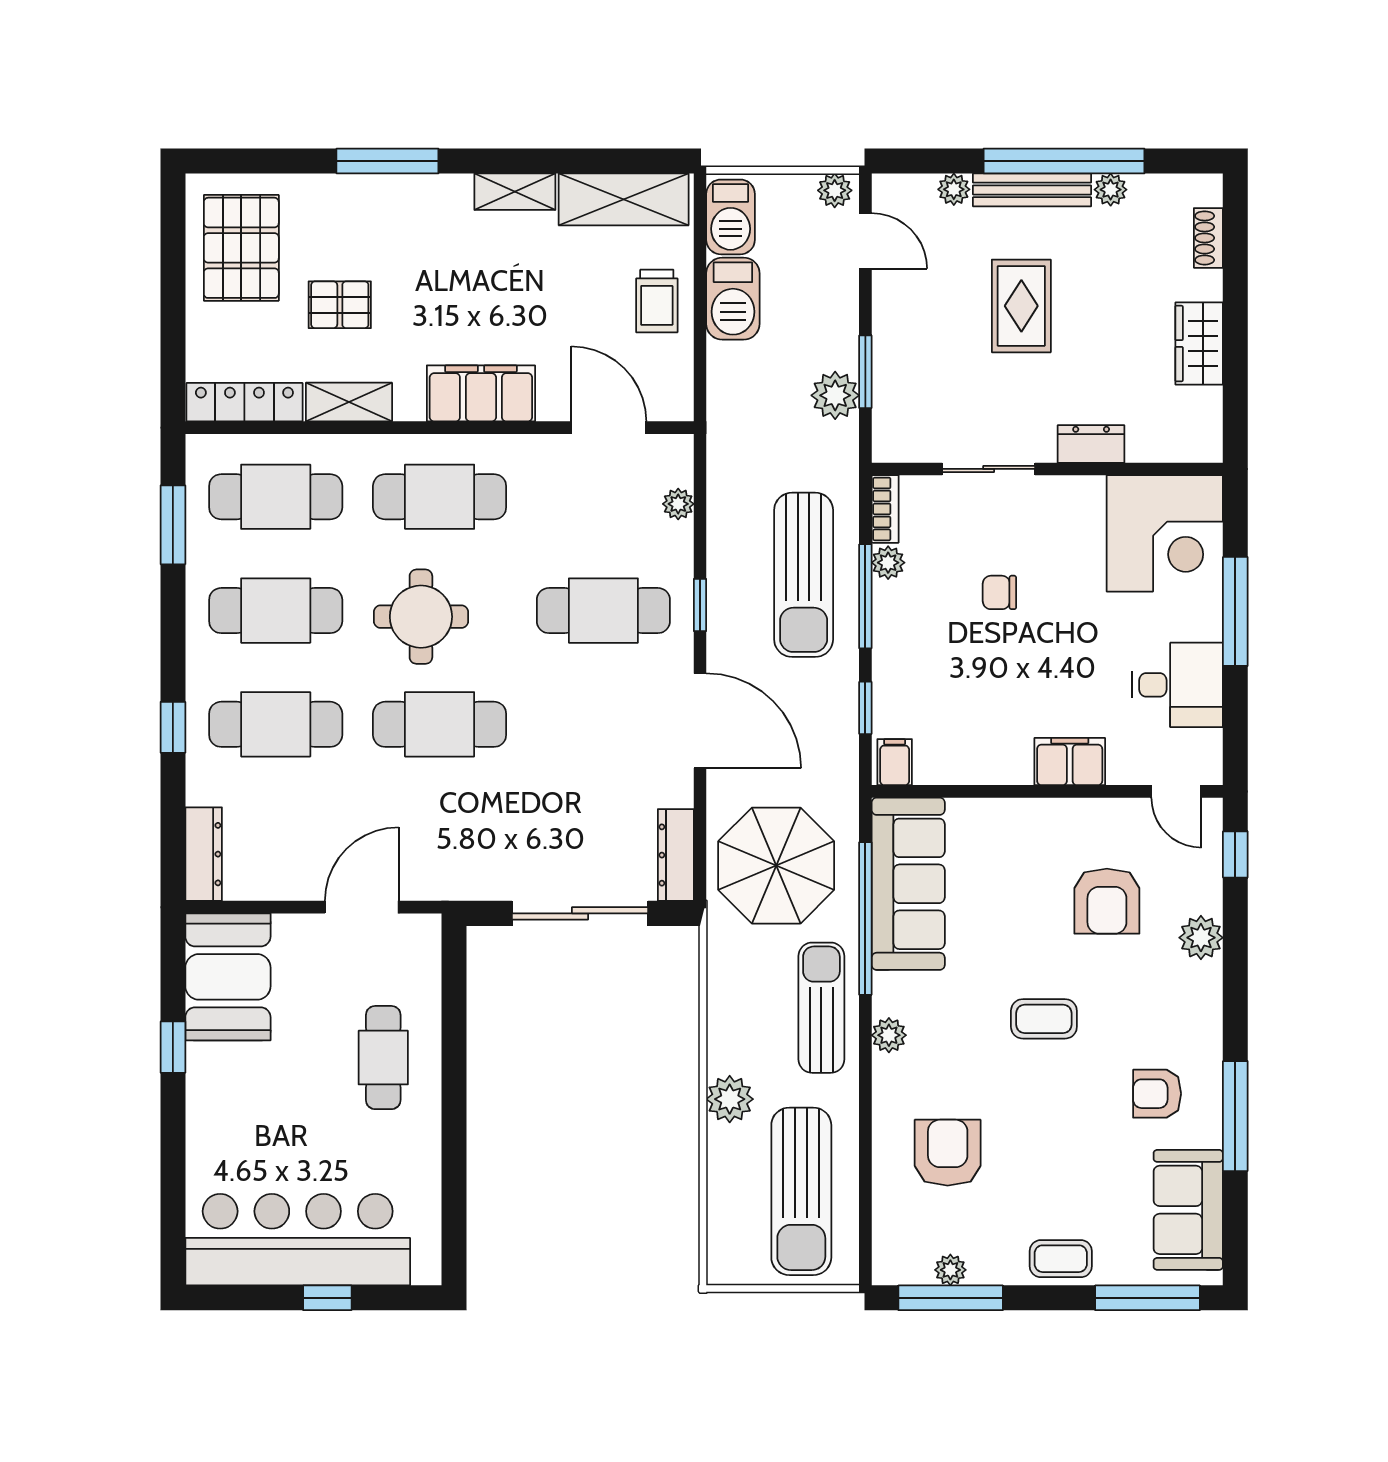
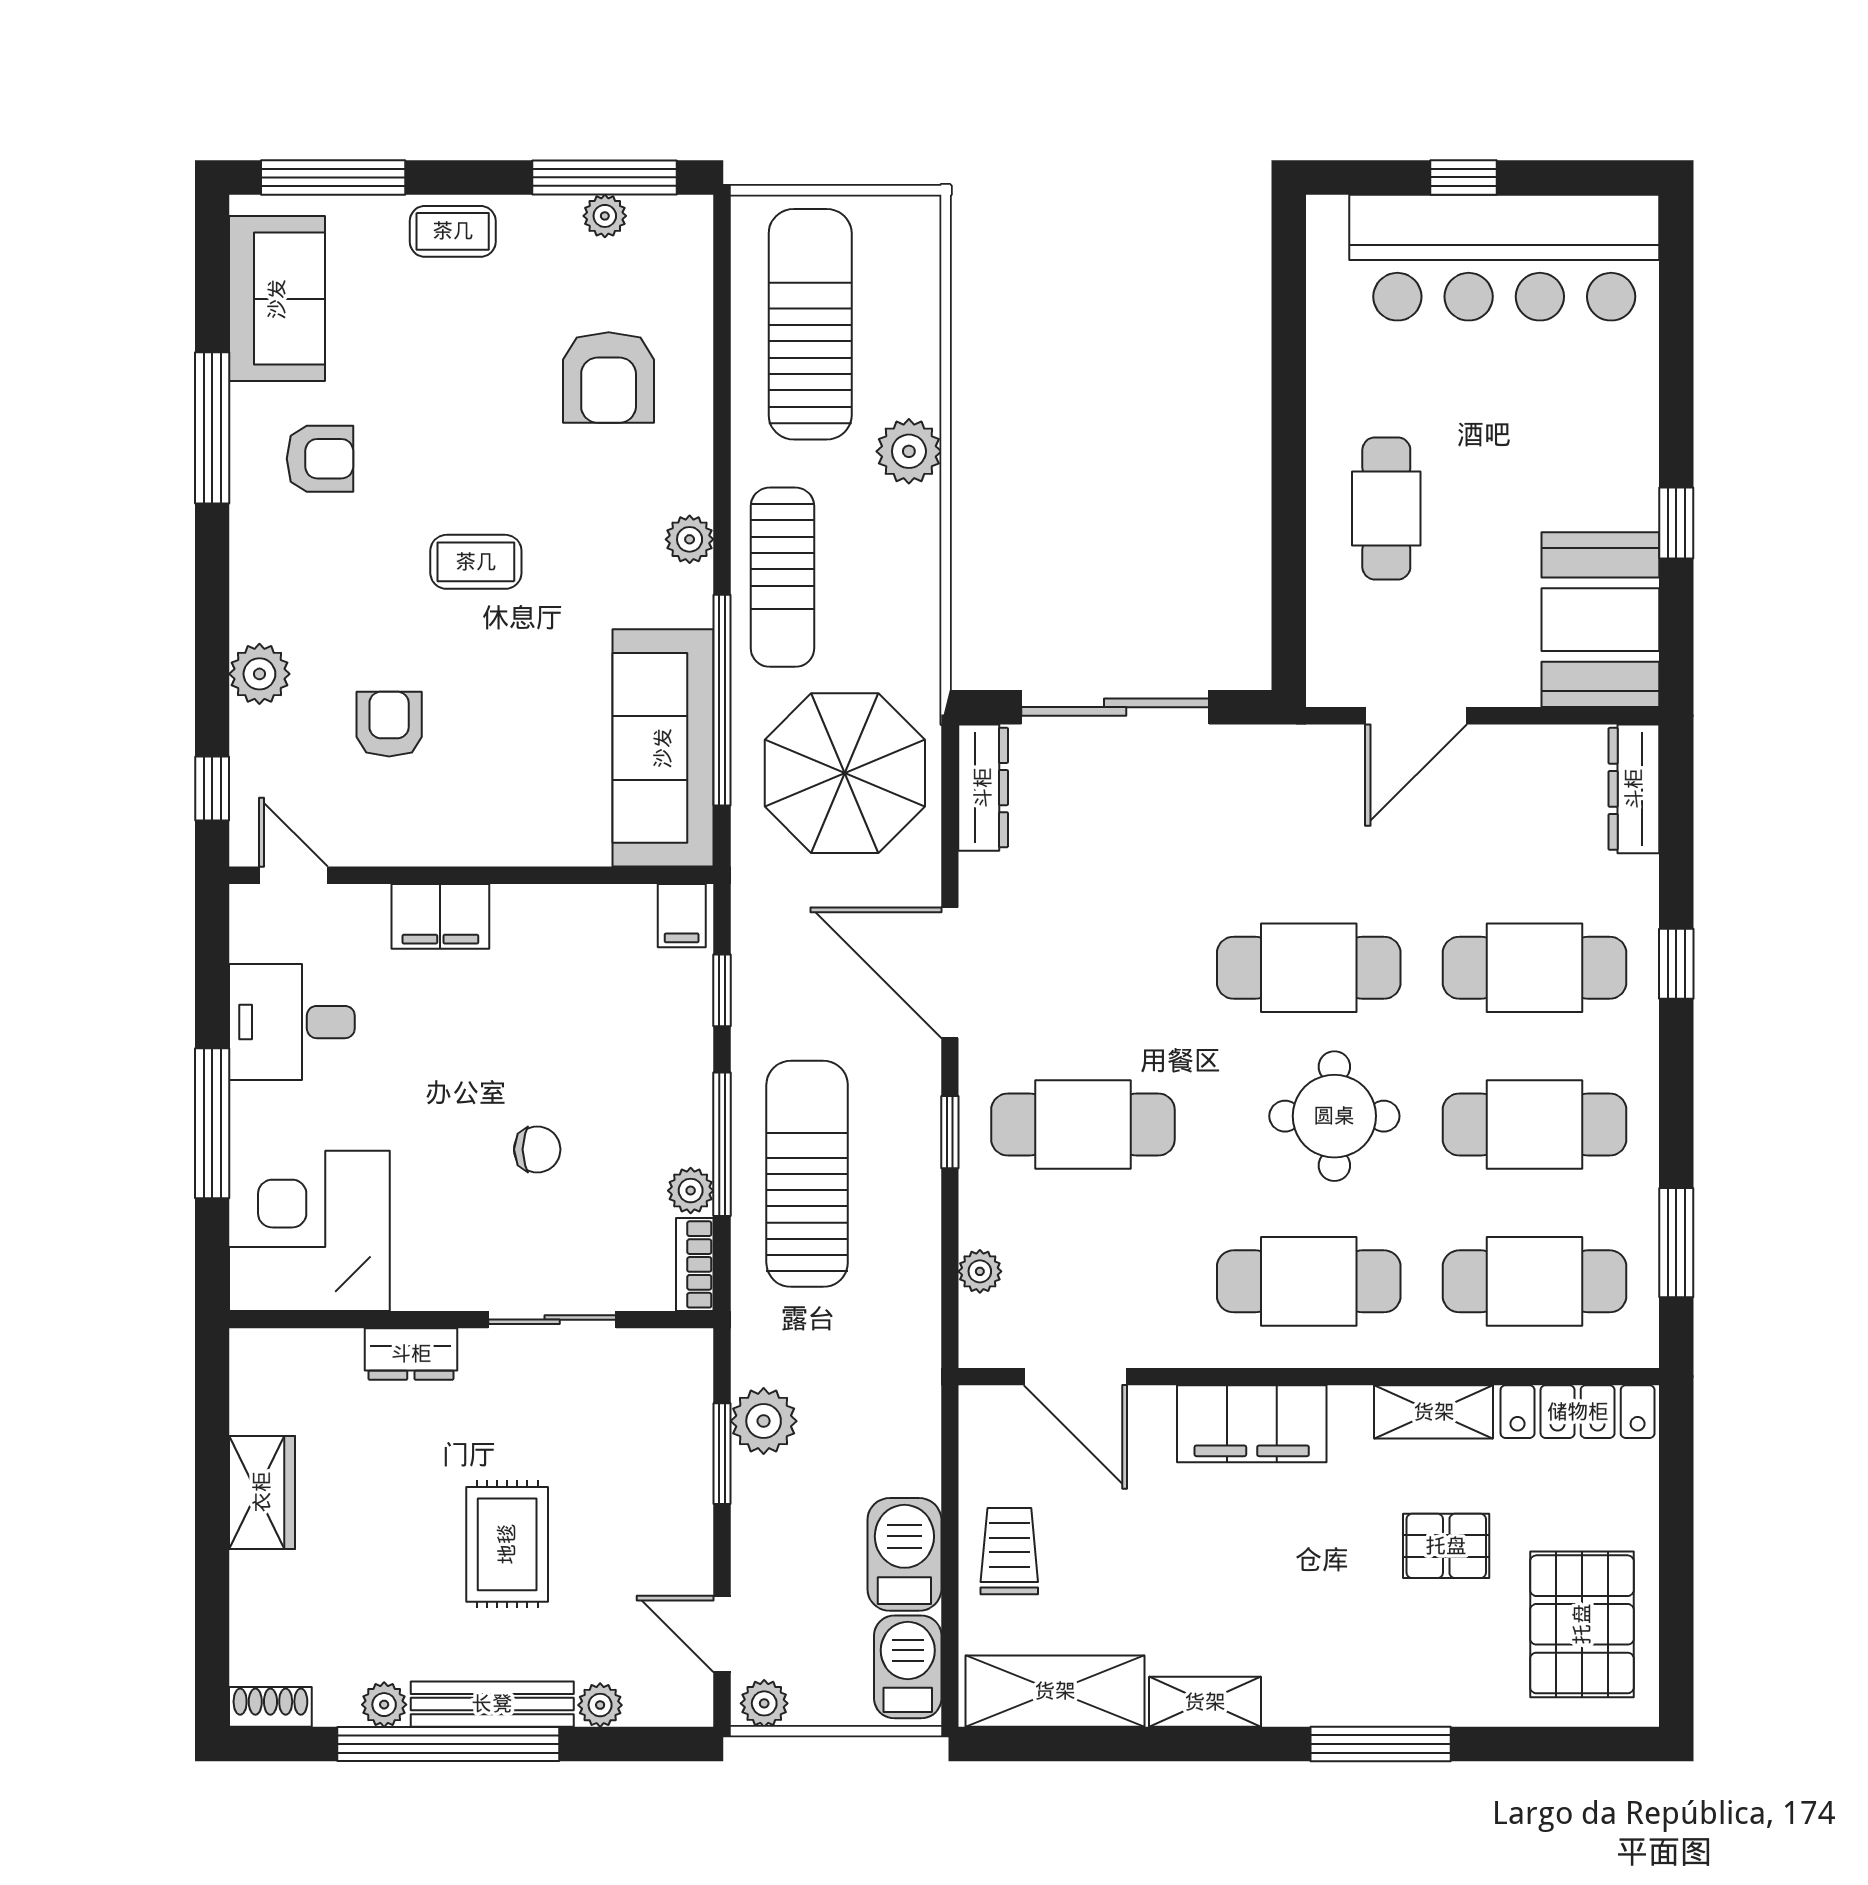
shoe rack: (1208, 238) -> (270, 1707), moved, turned -90
armchair: (1107, 901) -> (389, 724), width x0.72, depth x0.72

